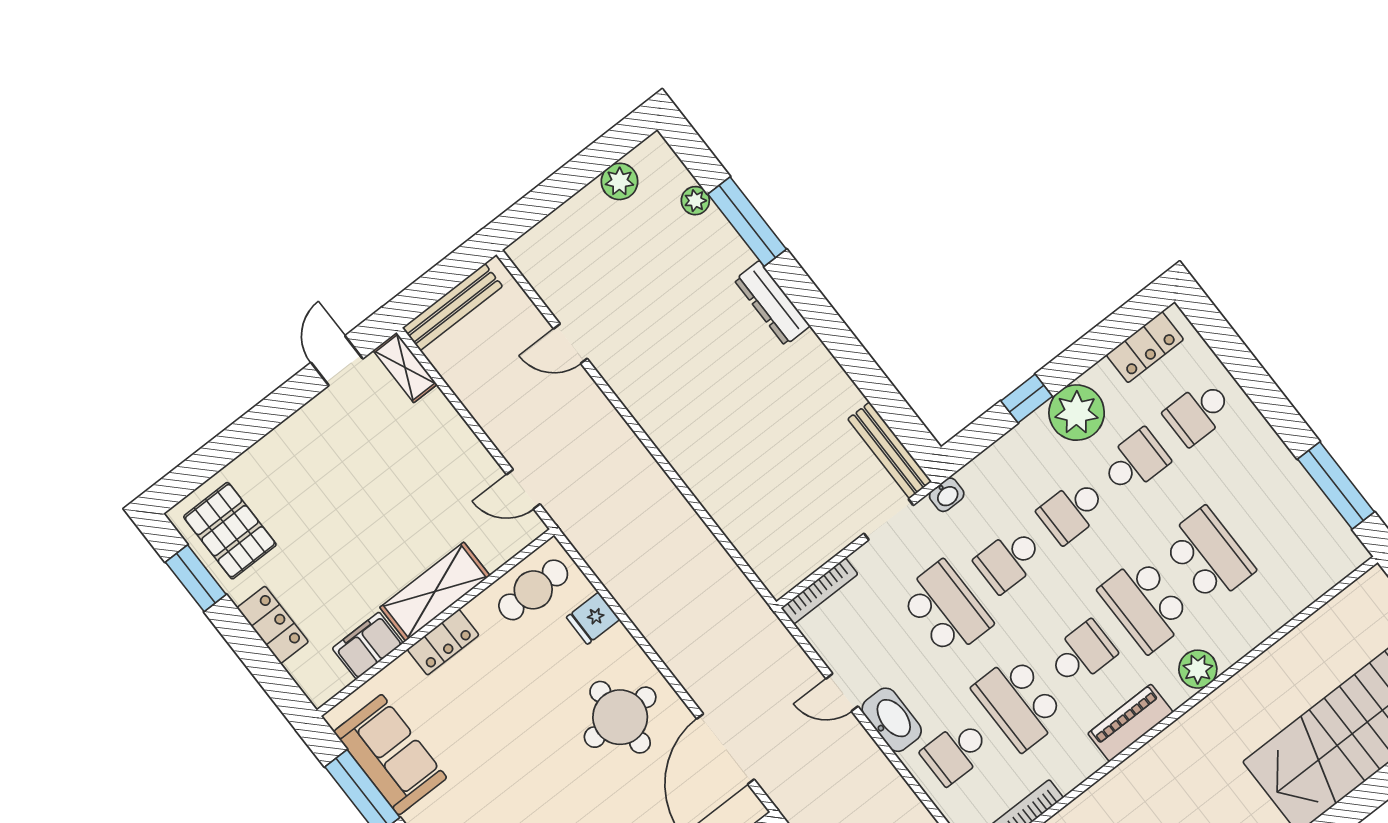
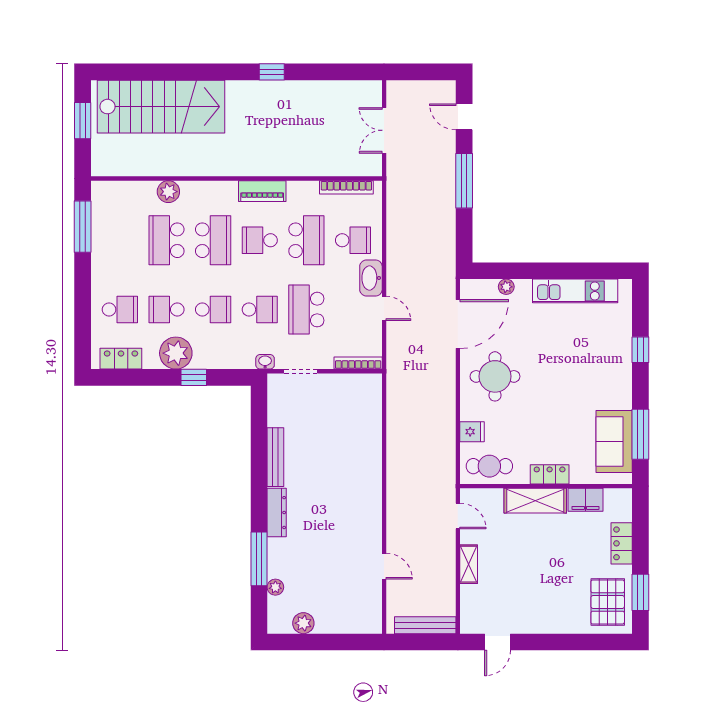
shelving: (405, 367) -> (469, 564), moved
bench: (890, 450) -> (275, 457), moved
plant: (1198, 669) -> (168, 192), moved

